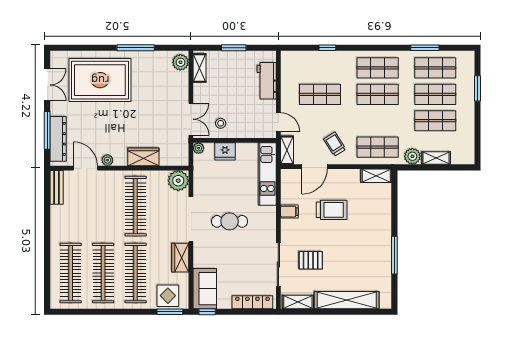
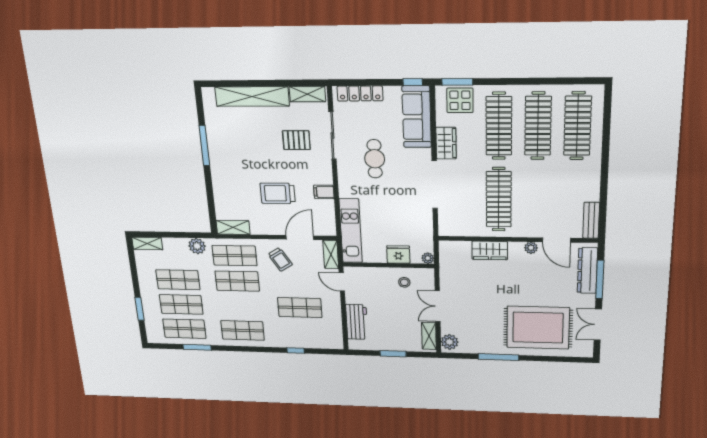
shop shelf: (378, 94) -> (237, 281), moved
double door: (191, 119) -> (438, 306), moved
shelving: (436, 158) -> (147, 243), moved
plant: (178, 181) -> (450, 225), removed
cafe table: (230, 221) -> (375, 159), moved, turned 90
sofa: (205, 289) -> (417, 117), width x1.36

